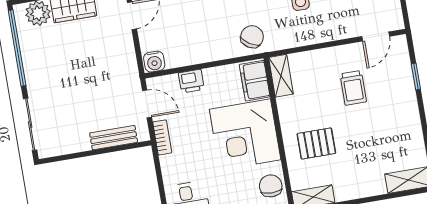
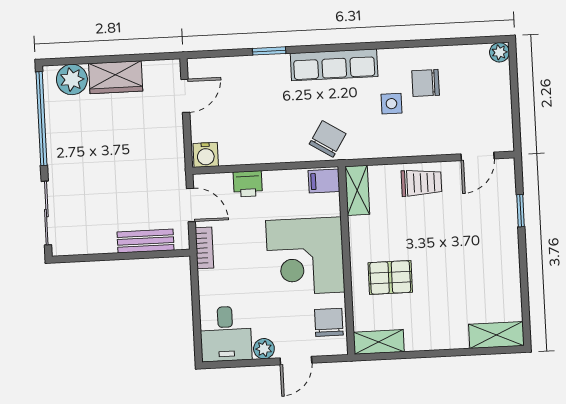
filing cabinet: (255, 81) -> (324, 181), width x0.50
trolley: (353, 88) -> (421, 183), moved, turned -90

